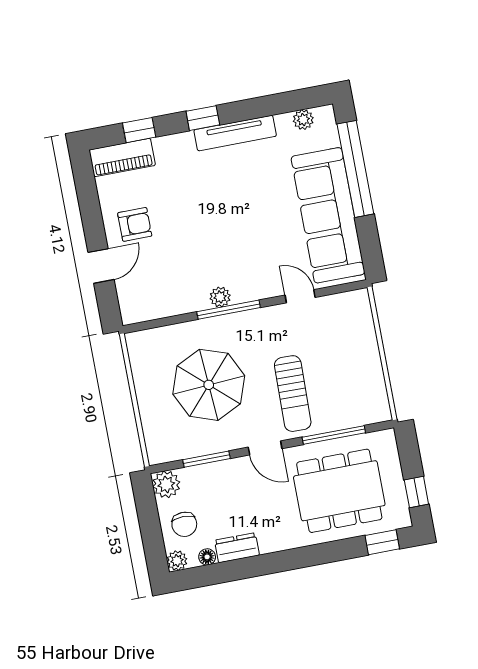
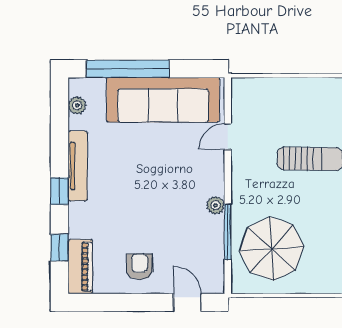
door: (101, 266) -> (187, 302), moved
window: (229, 310) -> (228, 232), moved
parasol: (209, 385) -> (272, 249), moved

